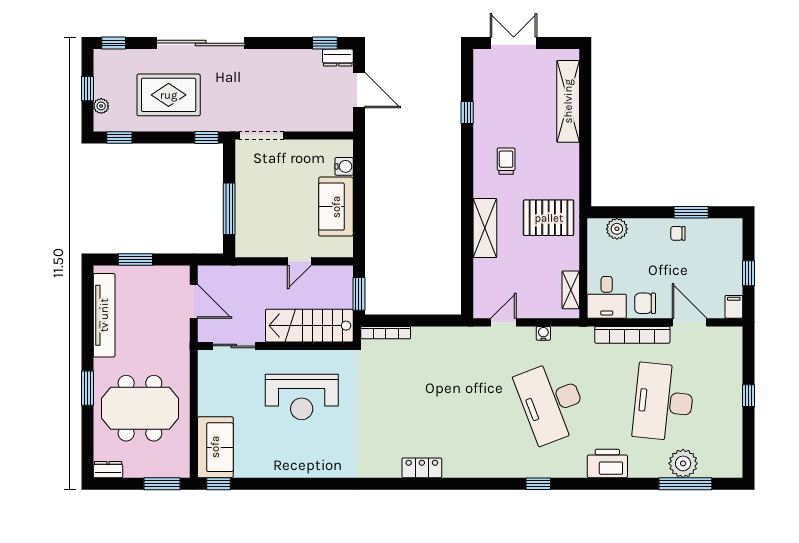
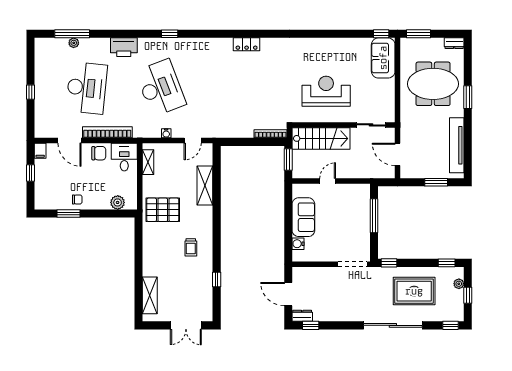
shelving: (568, 101) -> (150, 295), width x0.68
shelving: (485, 228) -> (205, 185), moved
plant: (683, 463) -> (74, 43), width x0.53, depth x0.53

